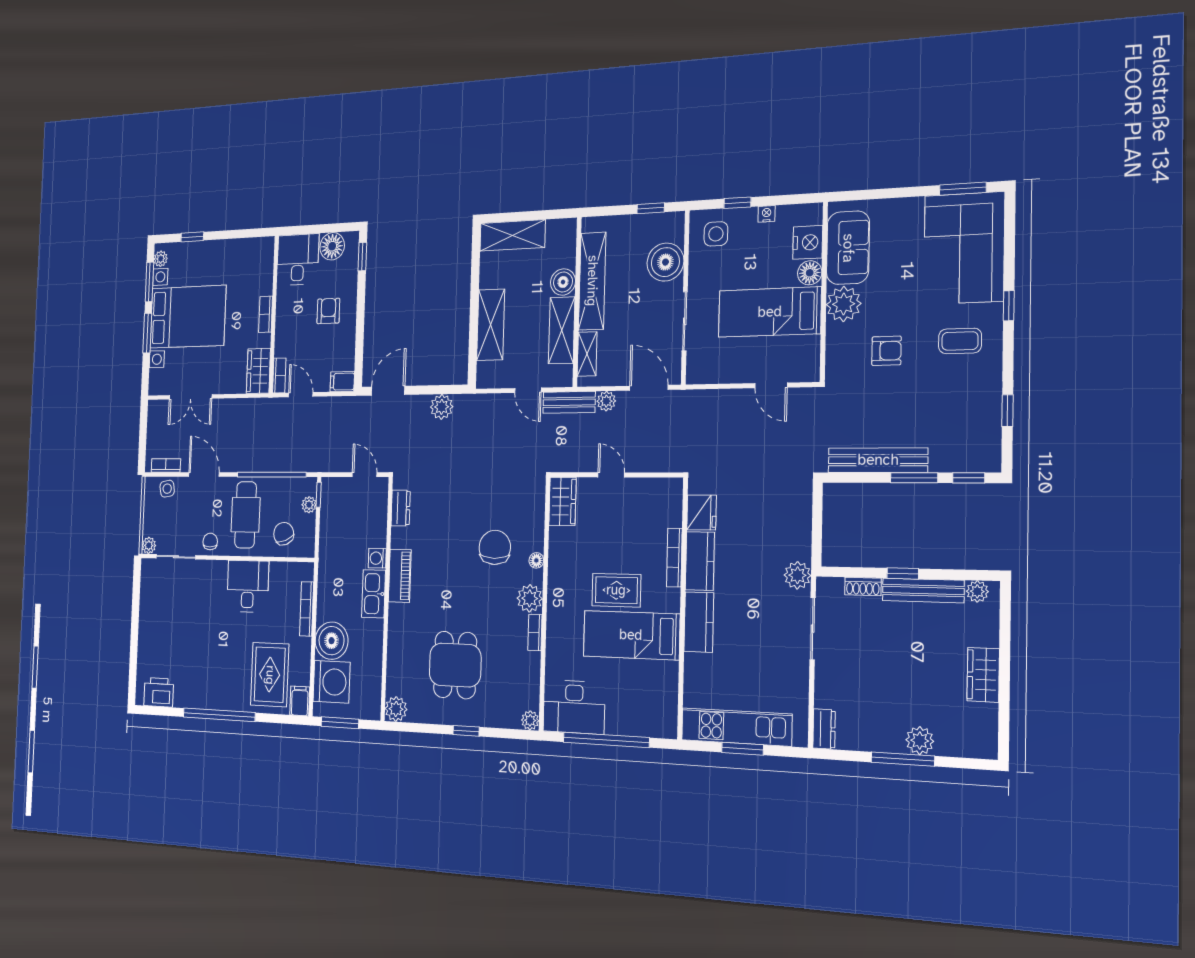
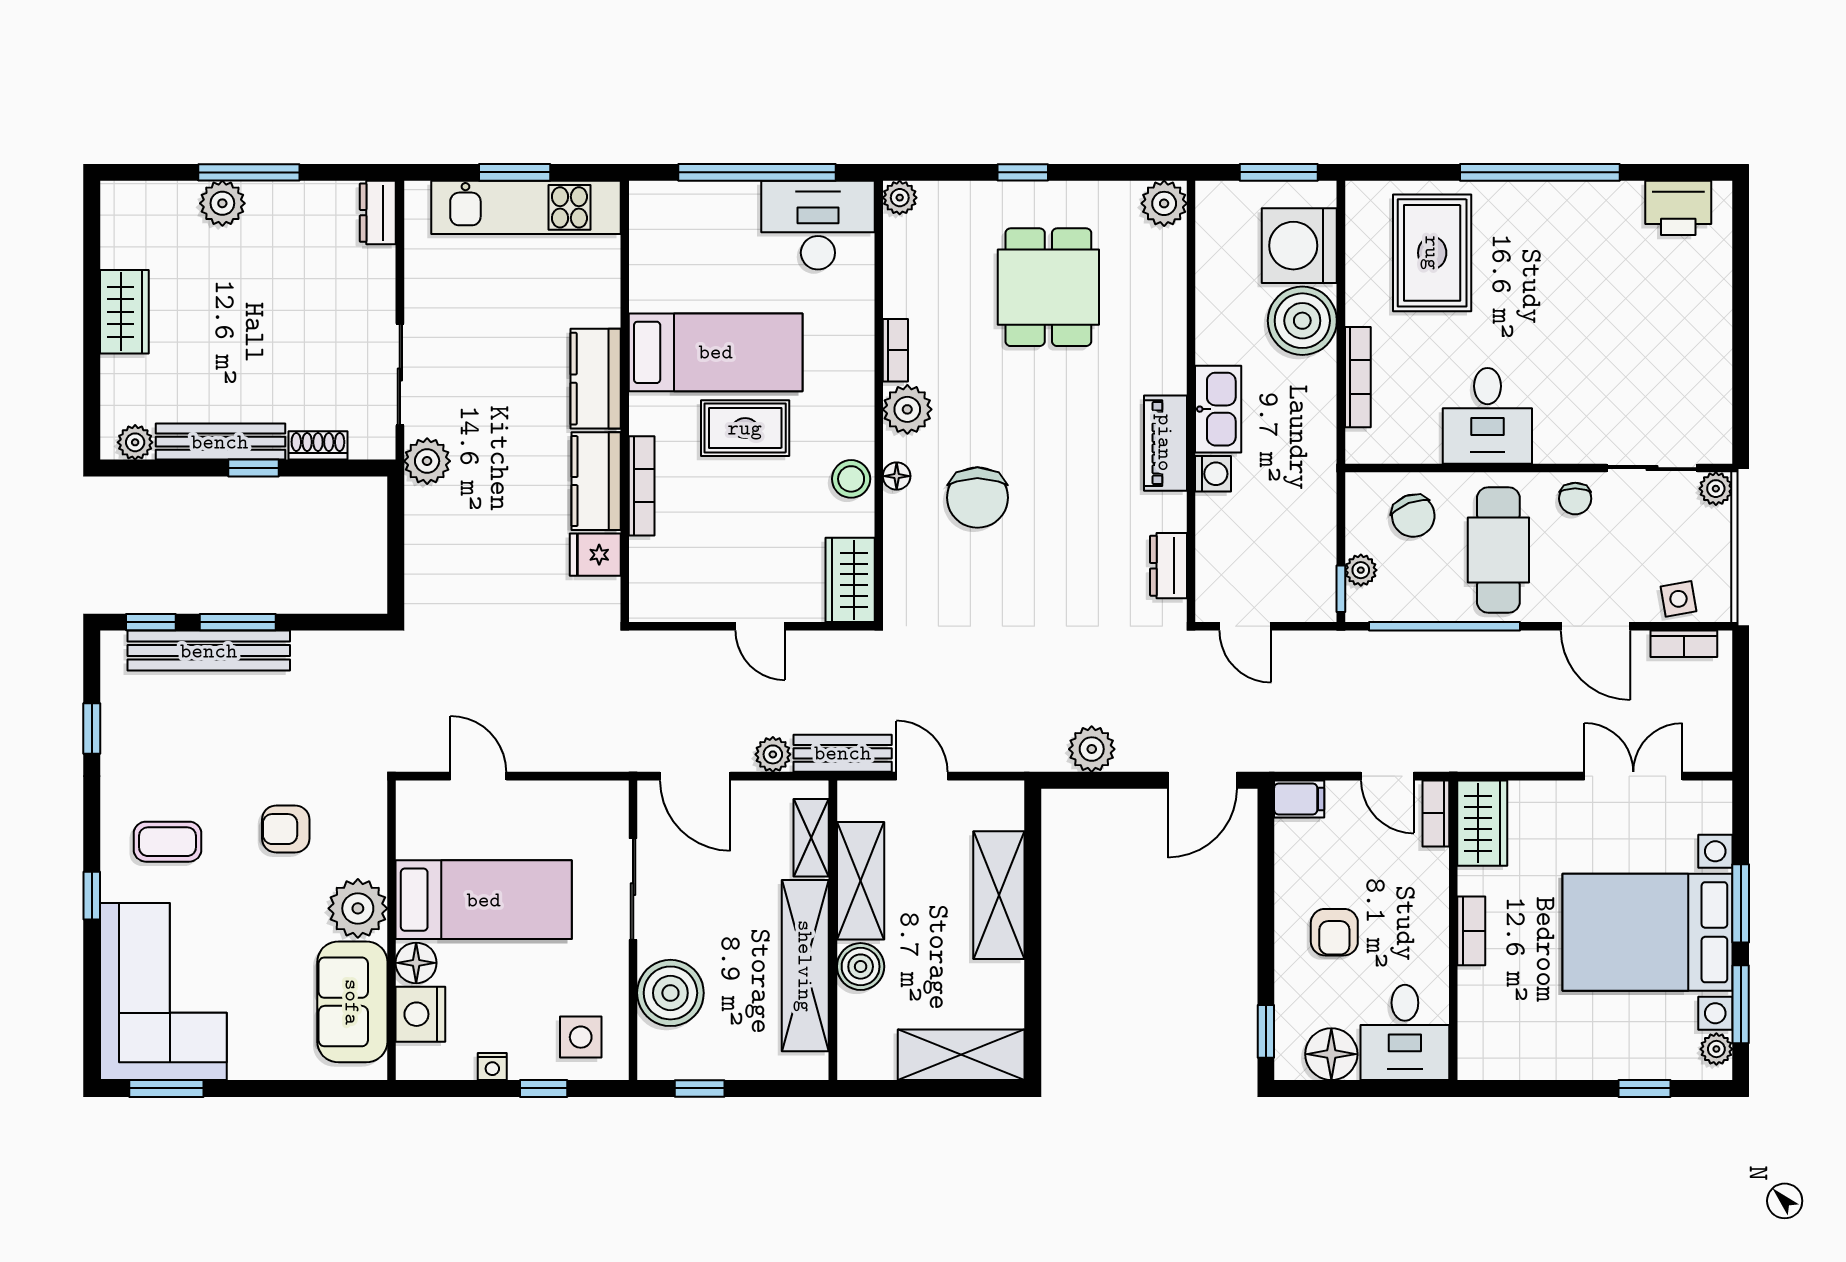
bench: (878, 460) -> (209, 651), moved
fridge: (701, 512) -> (595, 555), width x0.72
stool: (560, 559) -> (851, 479), added
filing cabinet: (300, 701) -> (1365, 207), removed

